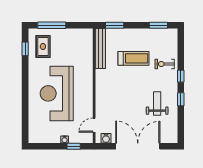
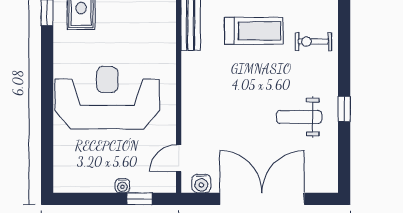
window: (181, 76) -> (344, 65), removed
reception desk: (57, 93) -> (107, 98), turned 90
weight bench: (157, 104) -> (299, 117), turned -90

